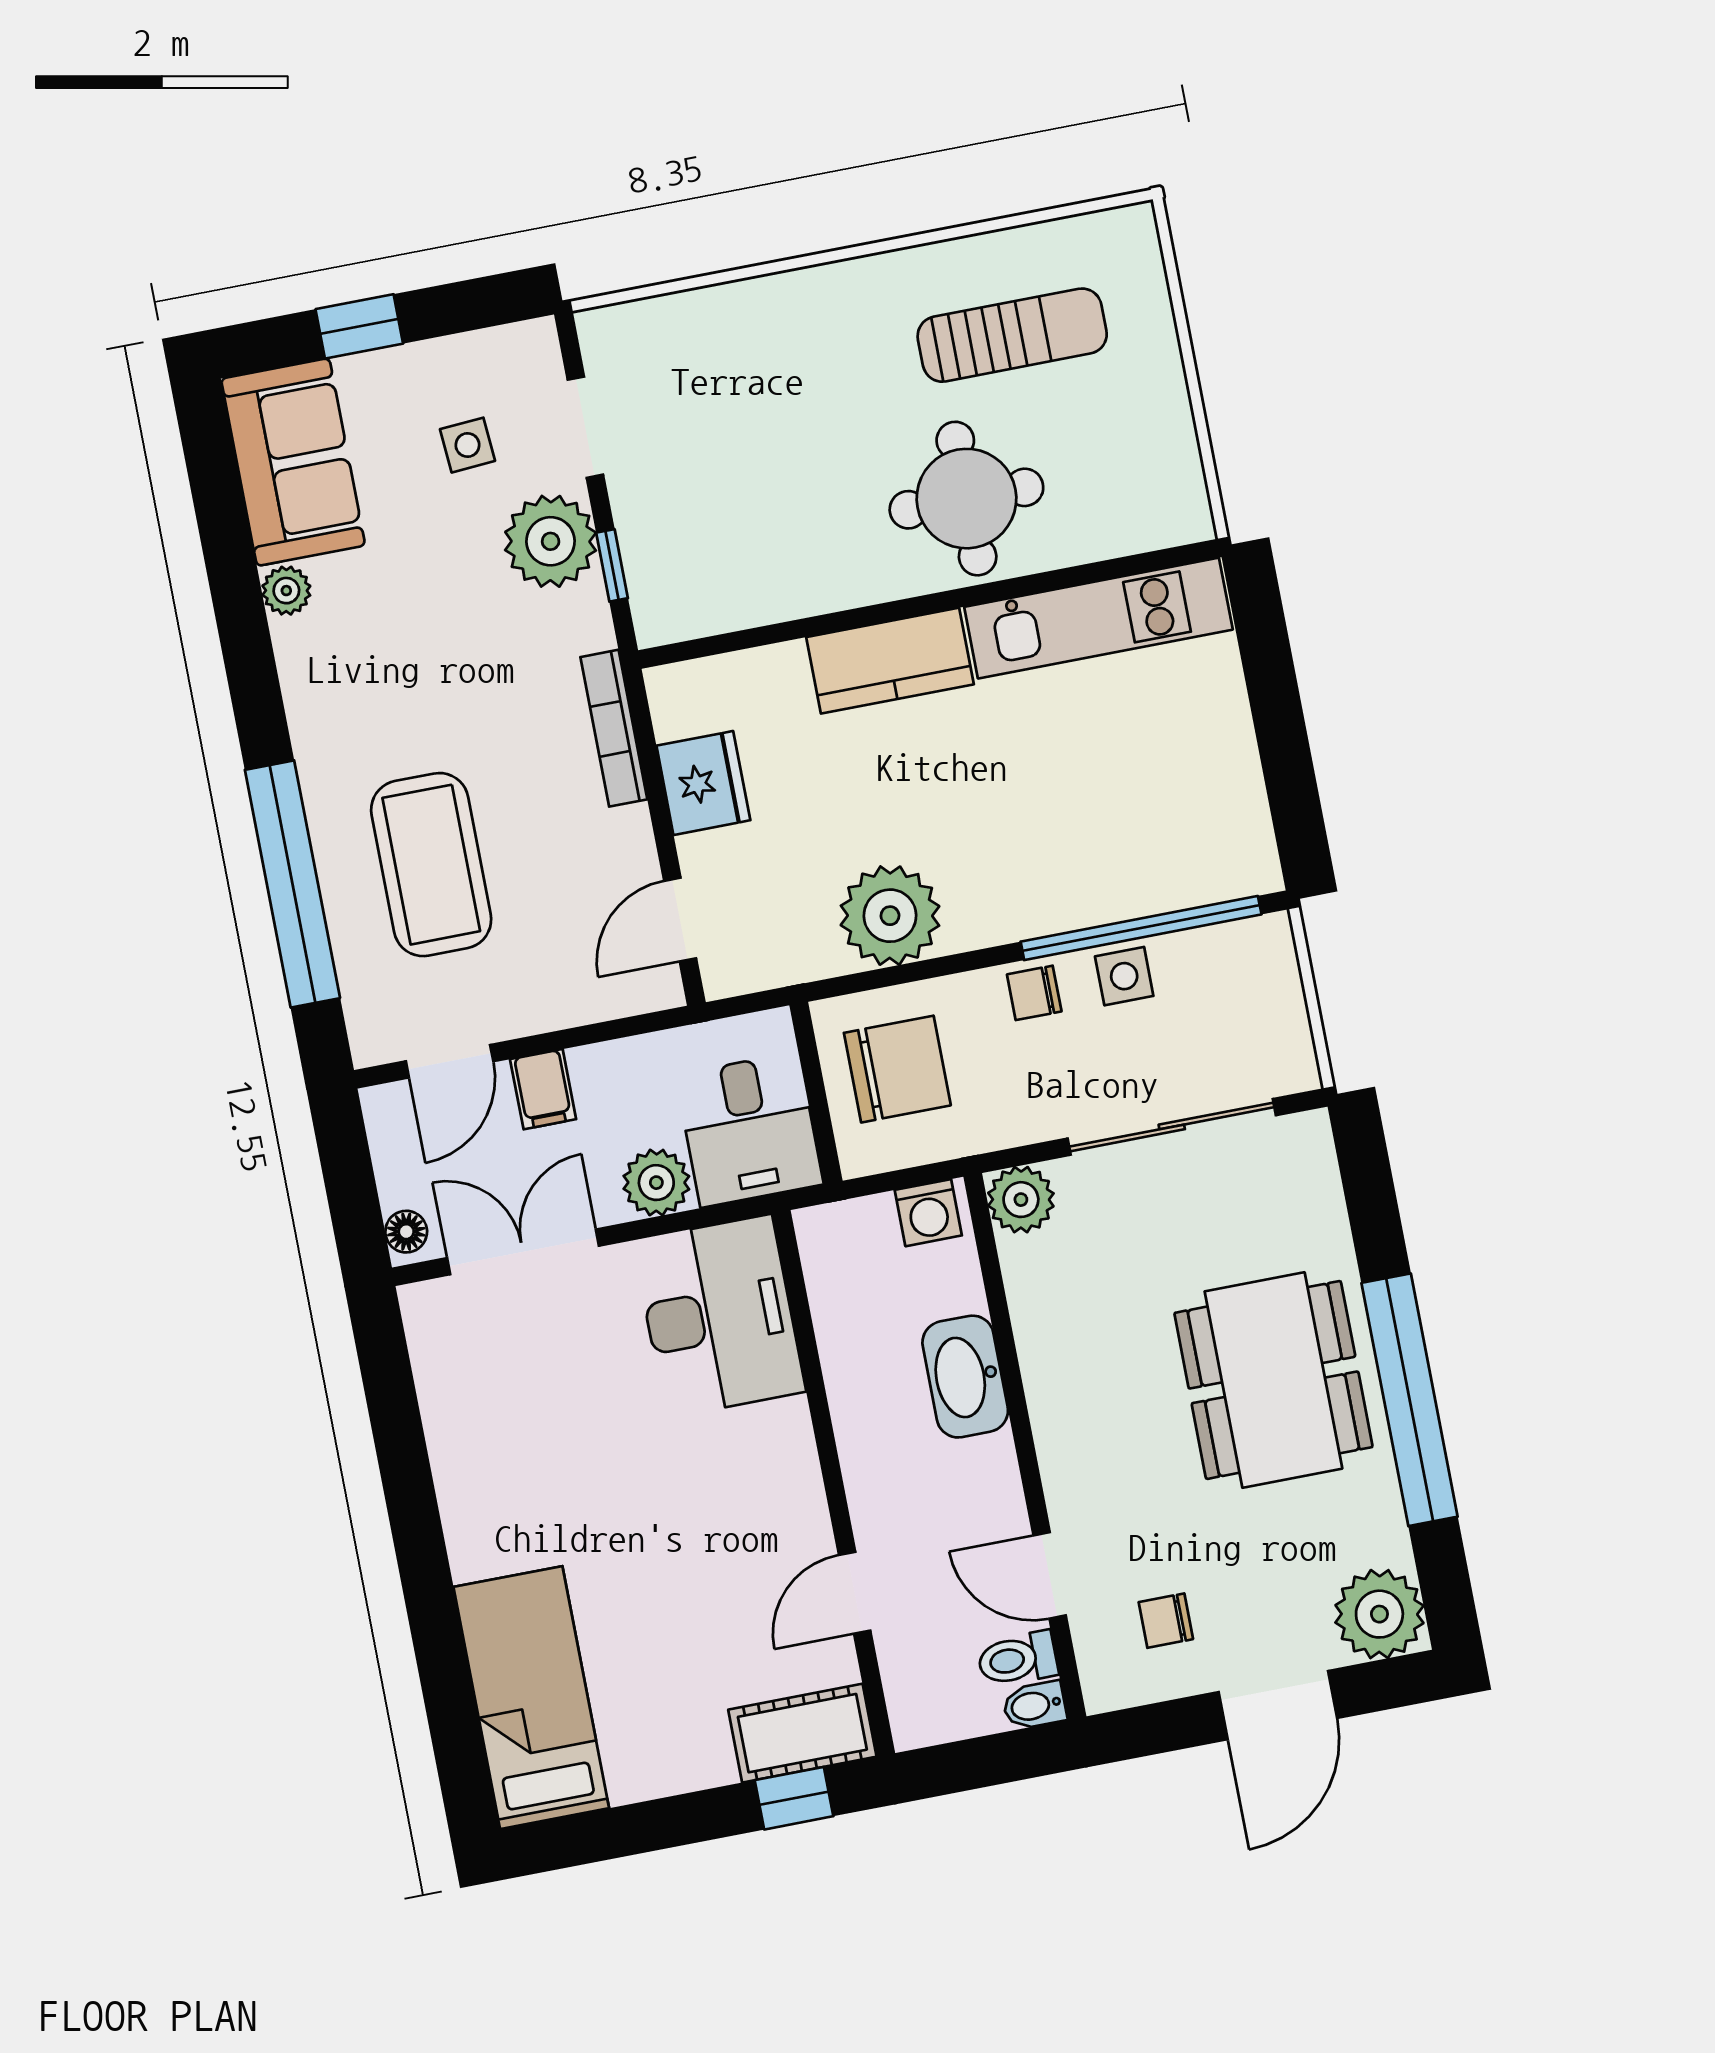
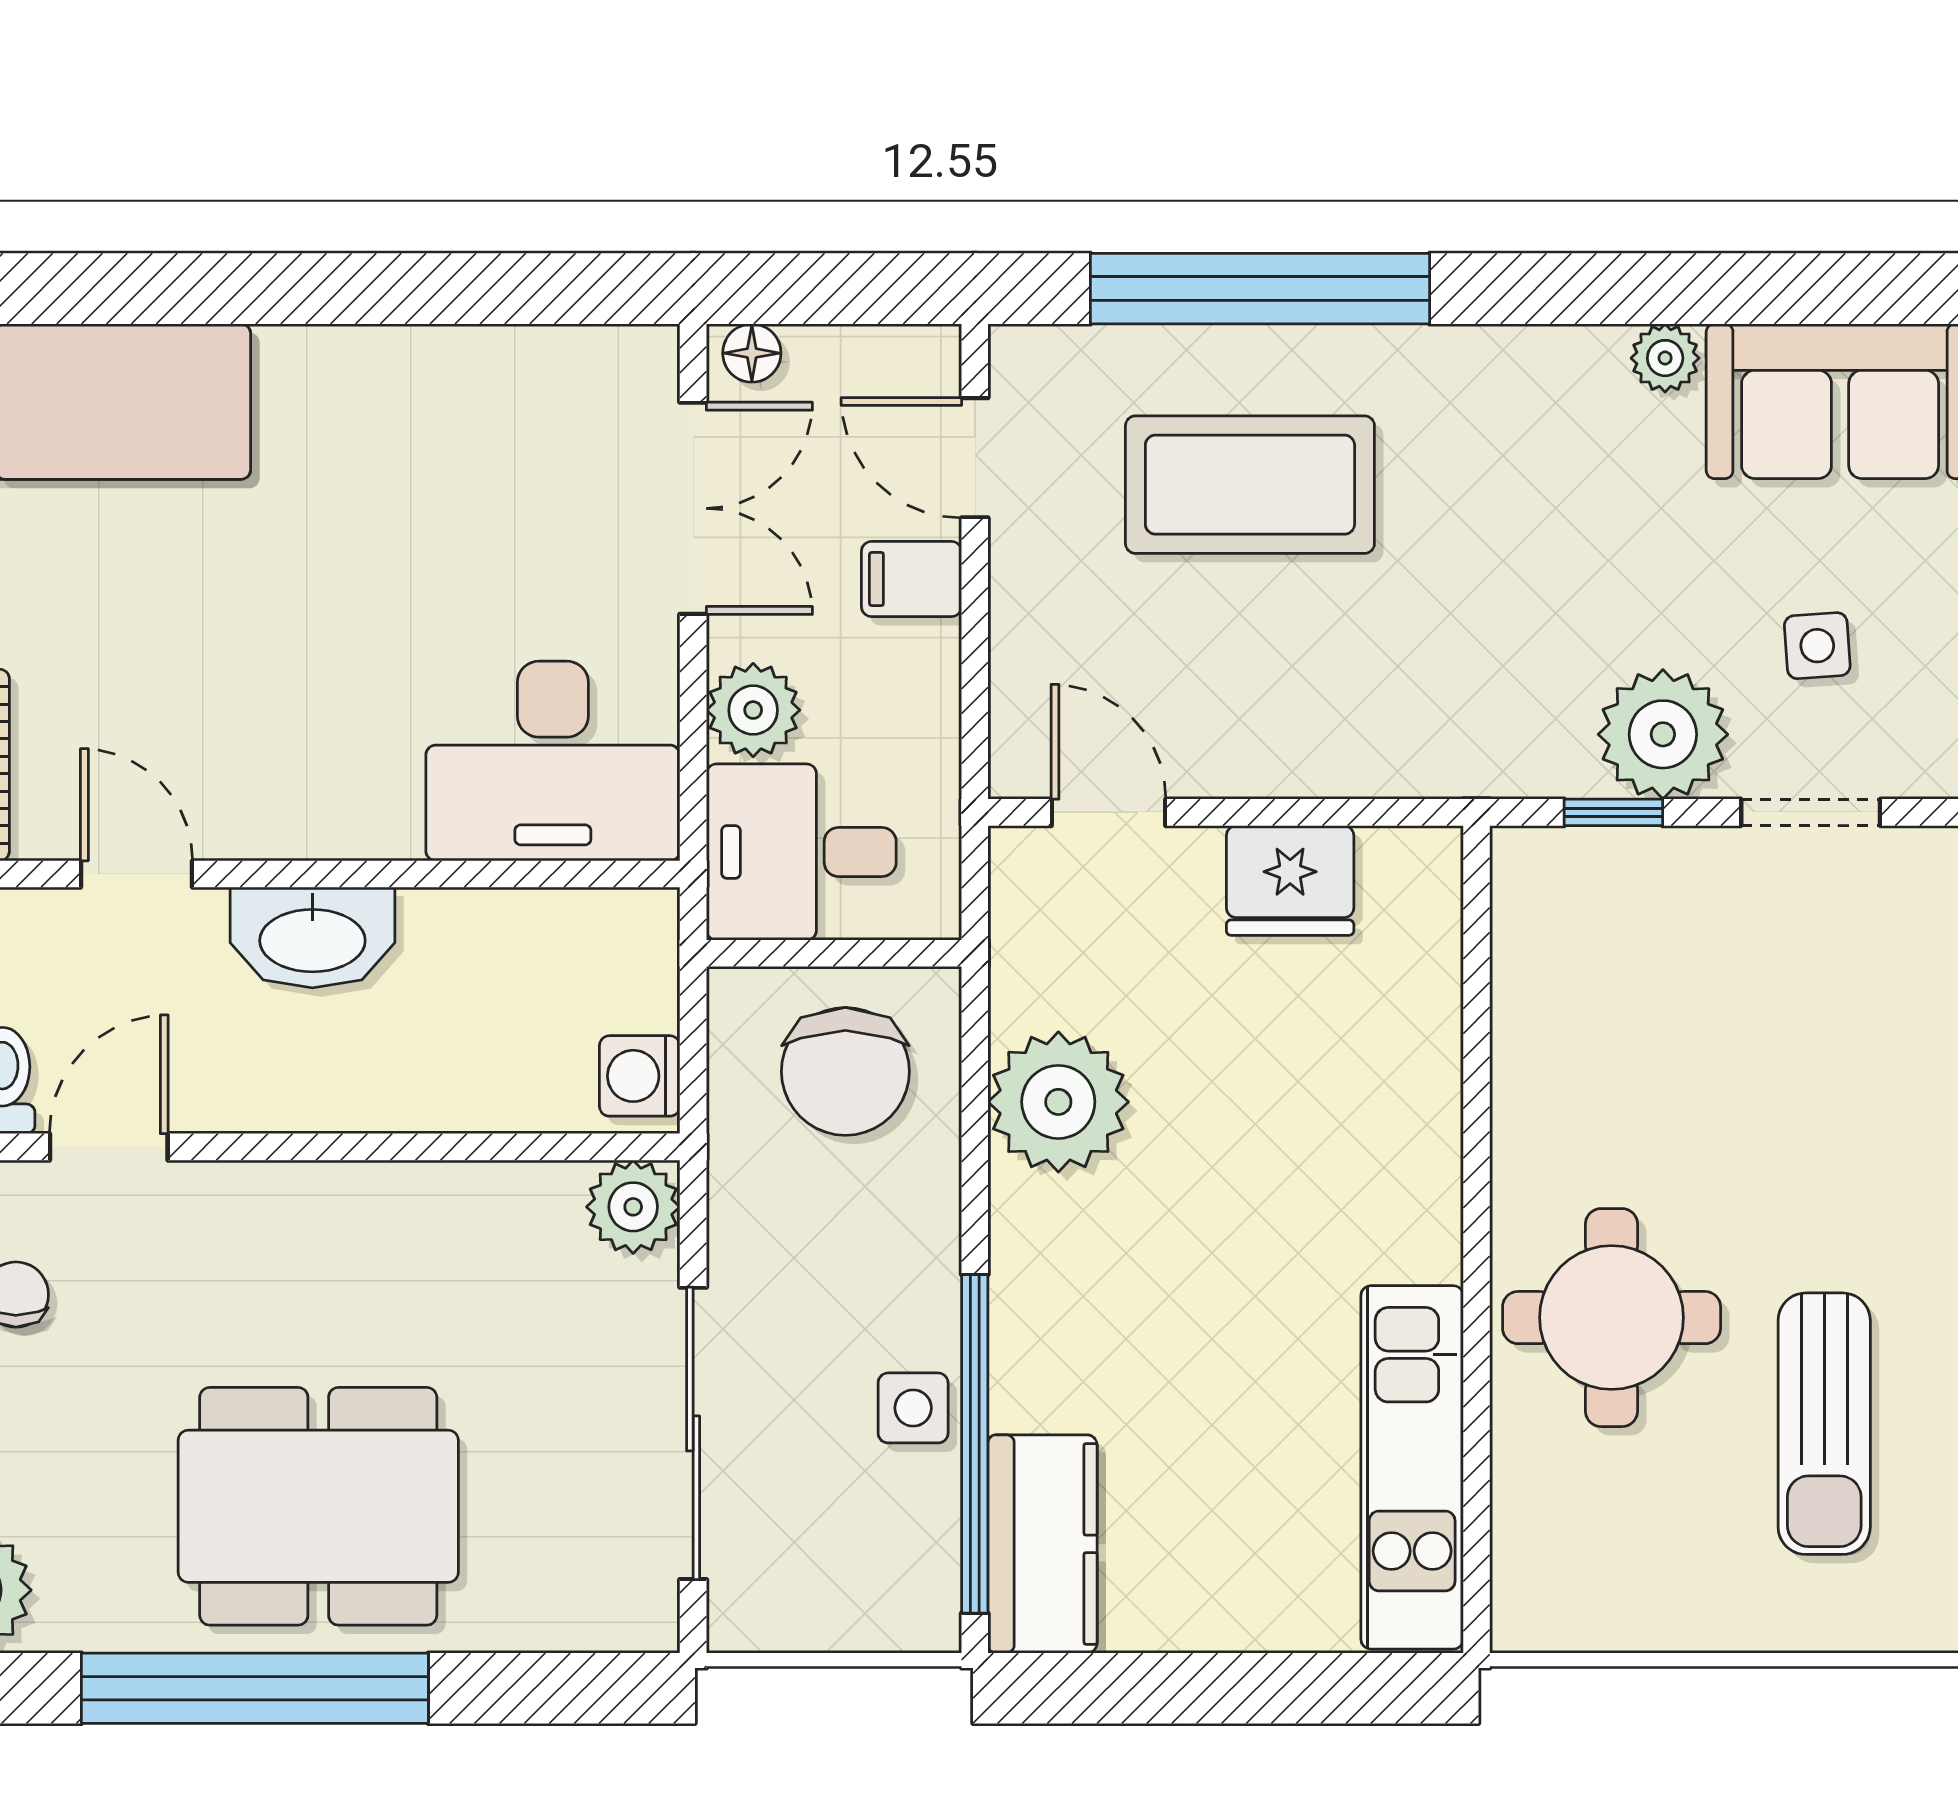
kitchen counter: (890, 661) -> (1043, 1544), moved, turned 180
bookcase: (614, 728) -> (1389, 772), removed
chair: (1034, 993) -> (914, 1280), removed
washbasin: (965, 1377) -> (312, 938), moved, turned 180

